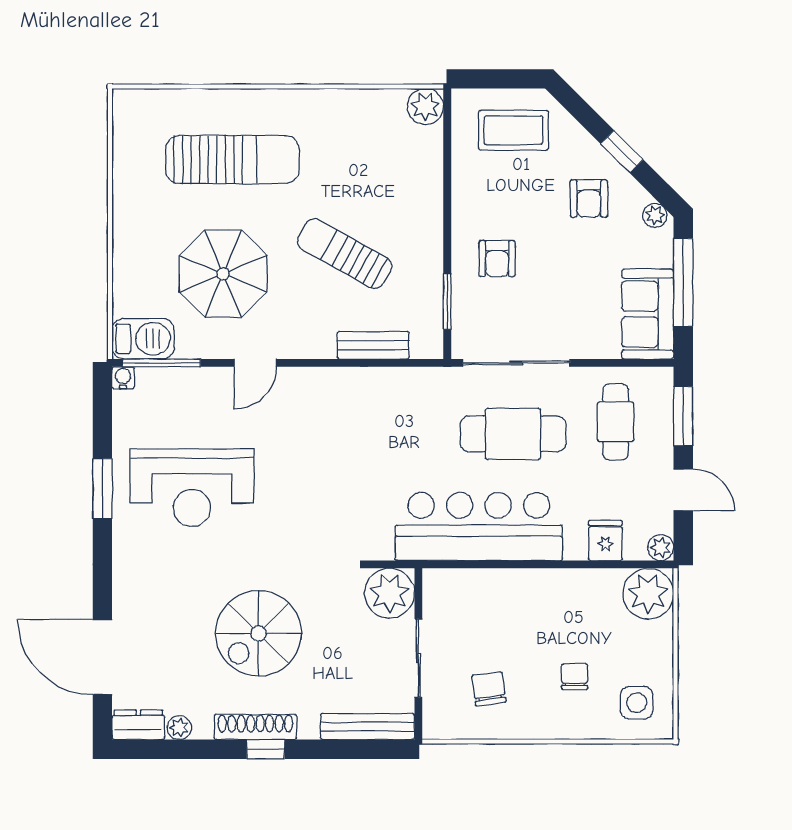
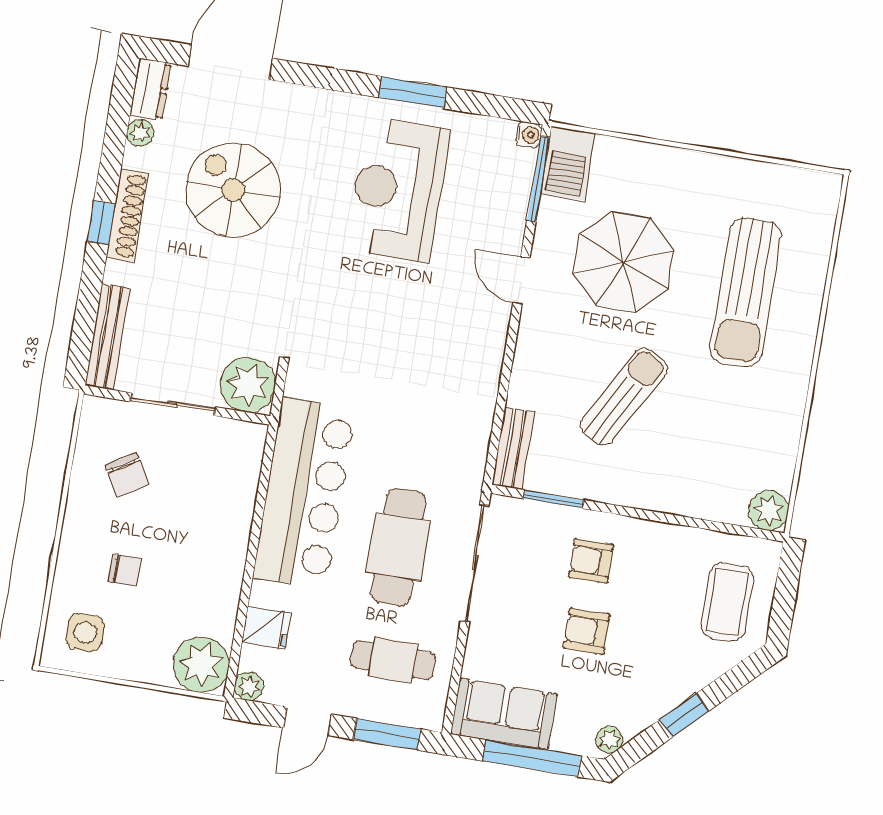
armchair: (589, 199) -> (587, 631), moved
bench: (373, 345) -> (513, 448), moved
spiral stairs: (258, 633) -> (233, 190), moved
chair: (489, 689) -> (127, 475), turned 67

